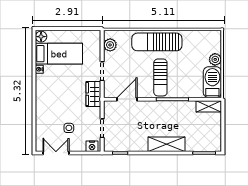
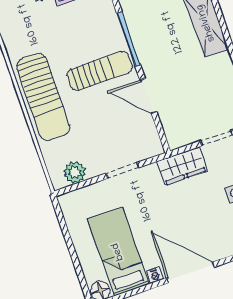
door: (34, 89) -> (191, 272), added
wardrobe: (93, 94) -> (182, 166), moved
door: (127, 99) -> (148, 96), moved

